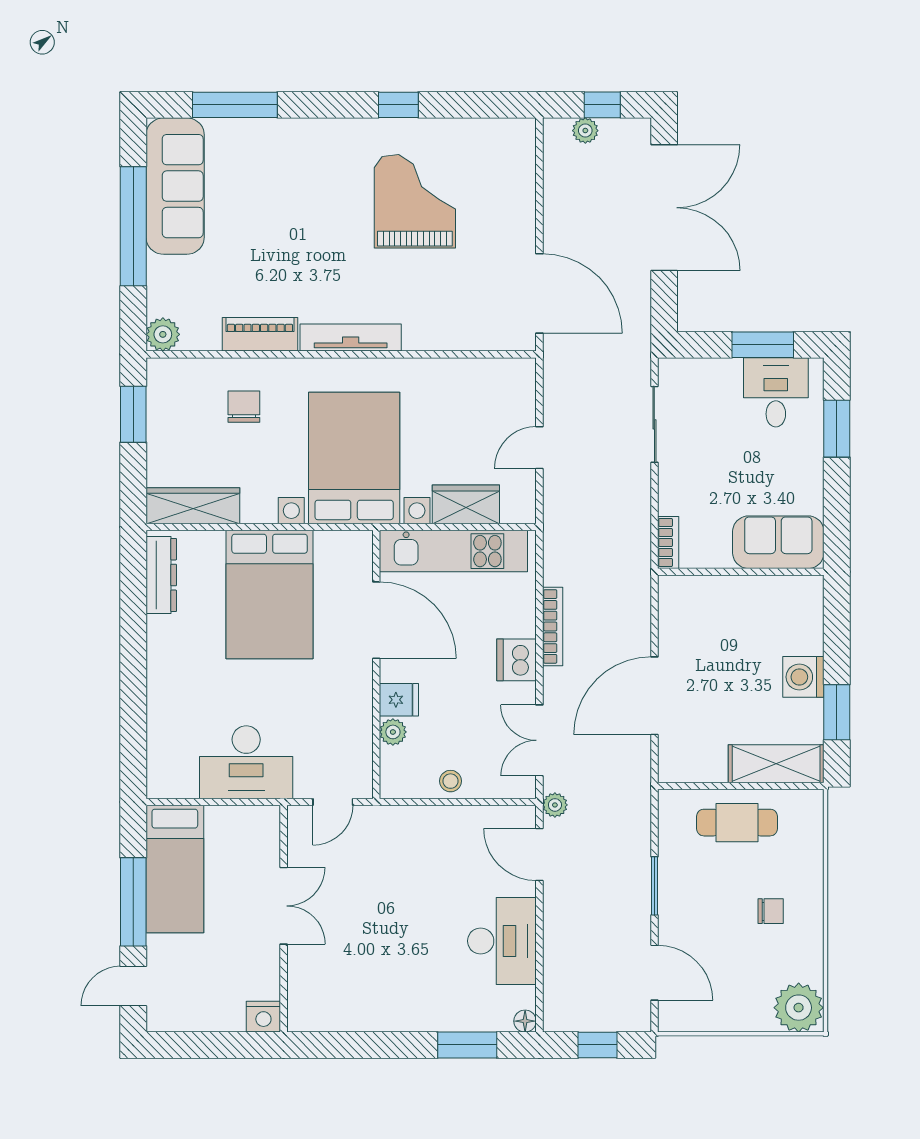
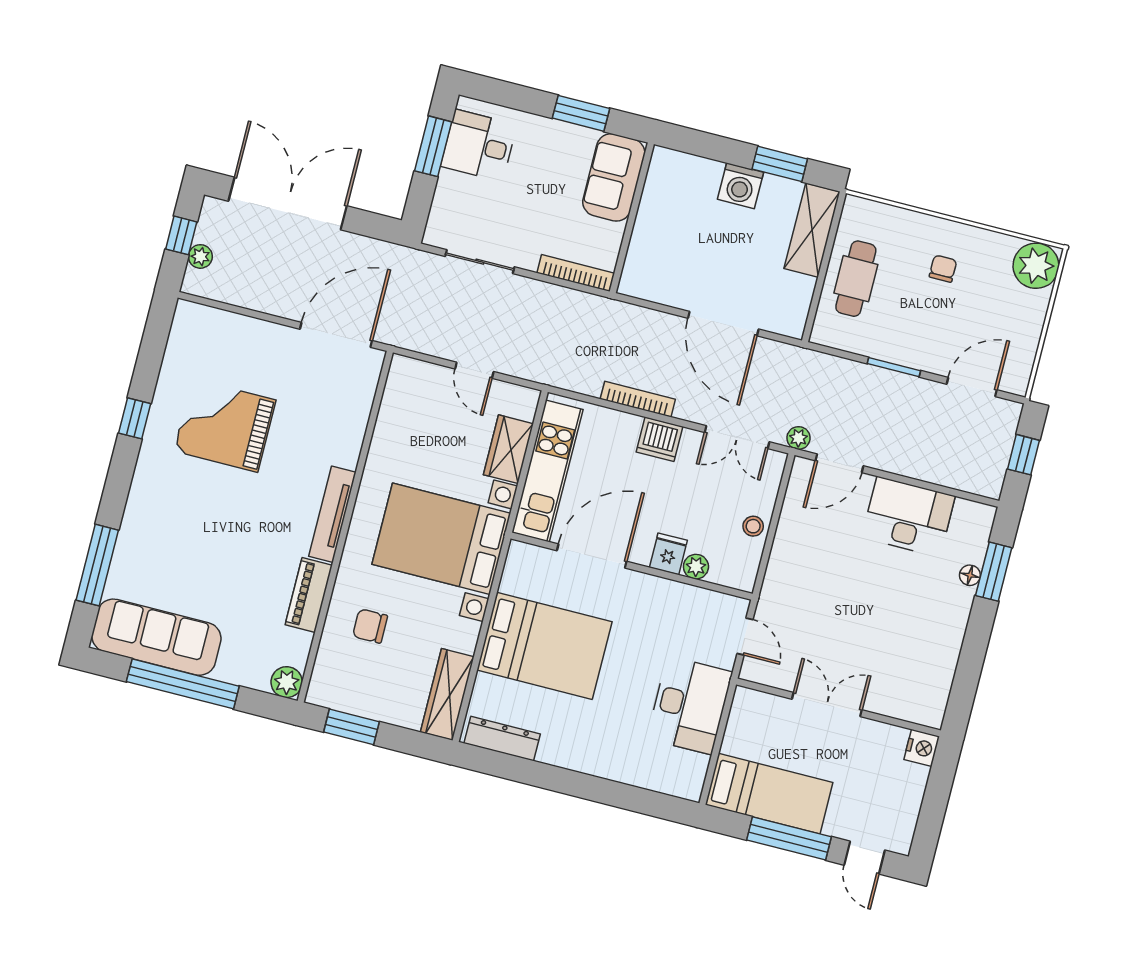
window: (837, 429) -> (581, 113), moved
bookcase: (668, 542) -> (576, 273), width x1.56
floor lamp: (525, 1021) -> (970, 575), moved

